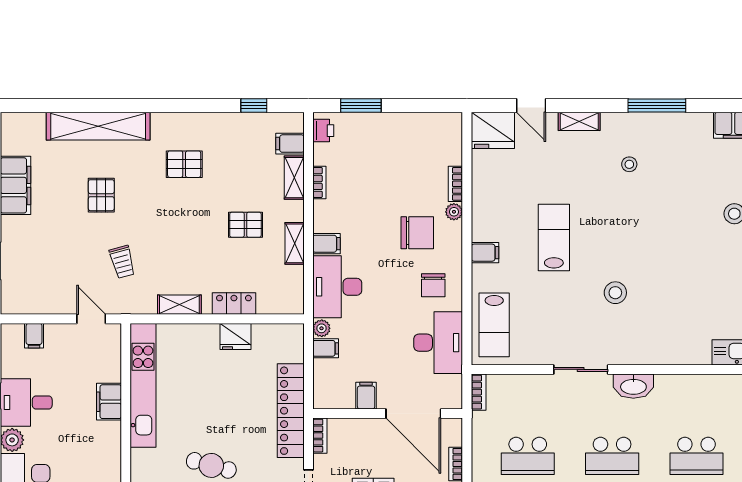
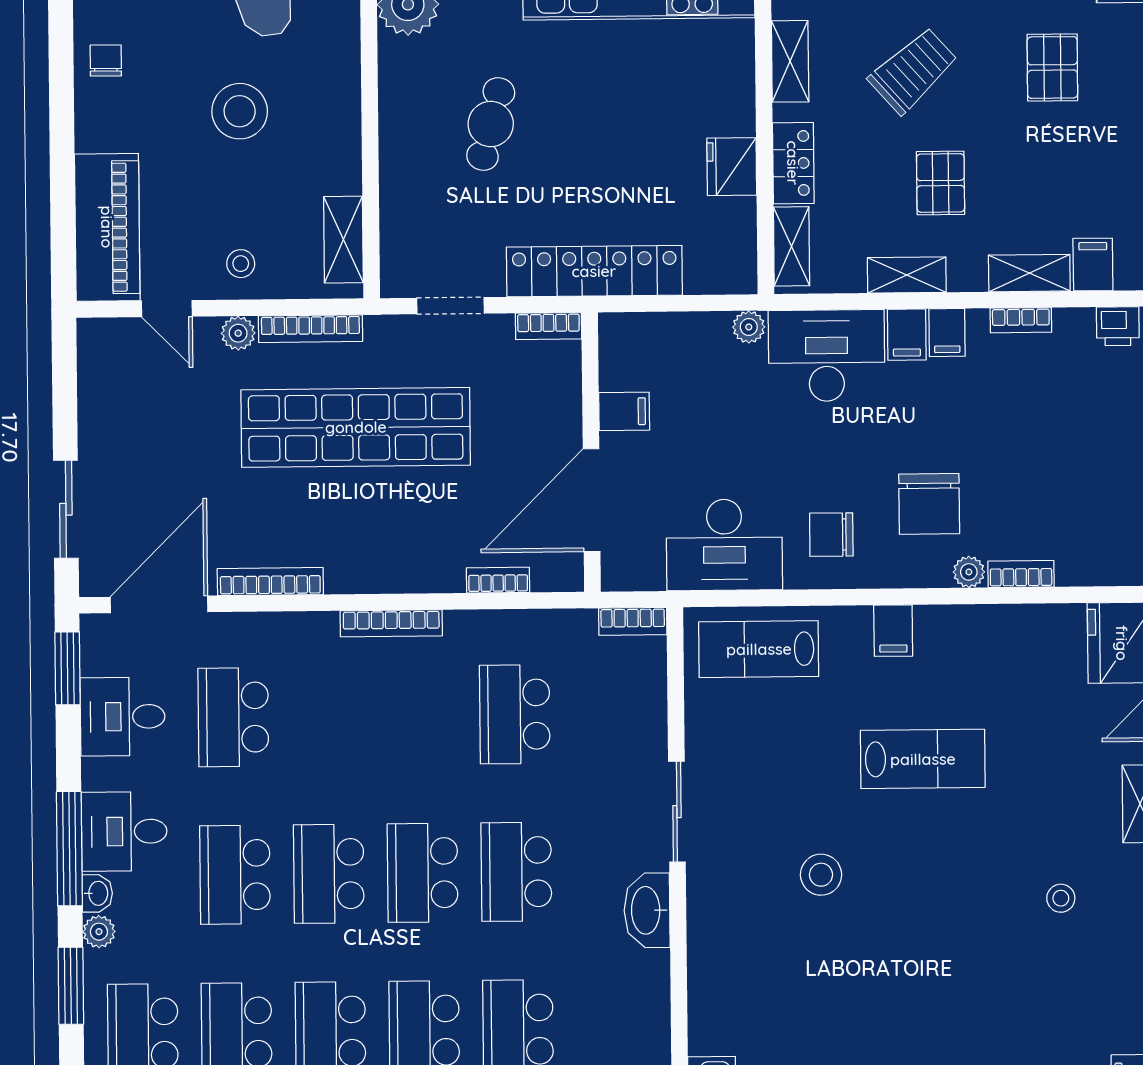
trolley: (185, 239) -> (913, 71), added
shelving: (279, 305) -> (792, 246), added
filing cabinet: (326, 348) -> (947, 333), moved

